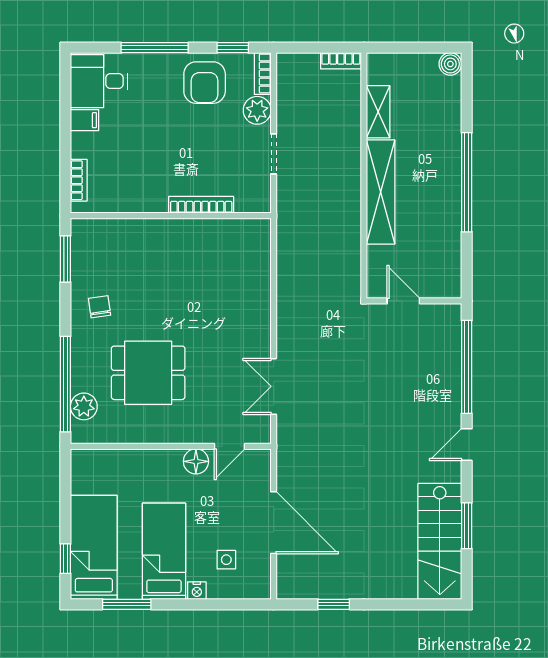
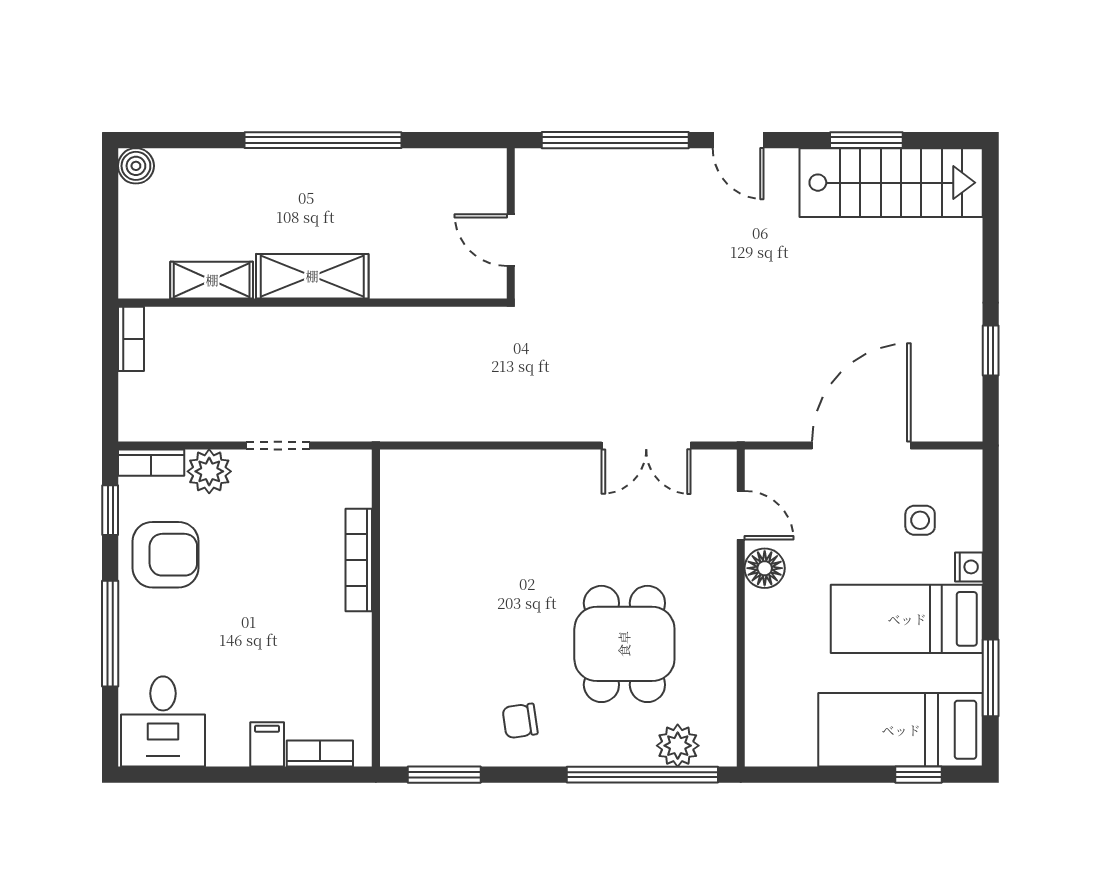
filing cabinet: (85, 120) -> (267, 744), moved
shelving: (381, 192) -> (312, 276), width x0.68
door: (403, 301) -> (511, 240), hinge flipped

